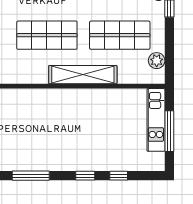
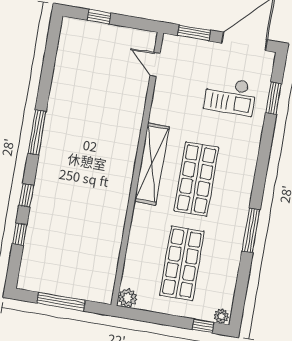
plant: (157, 61) -> (128, 298), moved
shelving: (83, 75) -> (152, 164), moved
kitchen unit: (156, 120) -> (77, 288), removed

